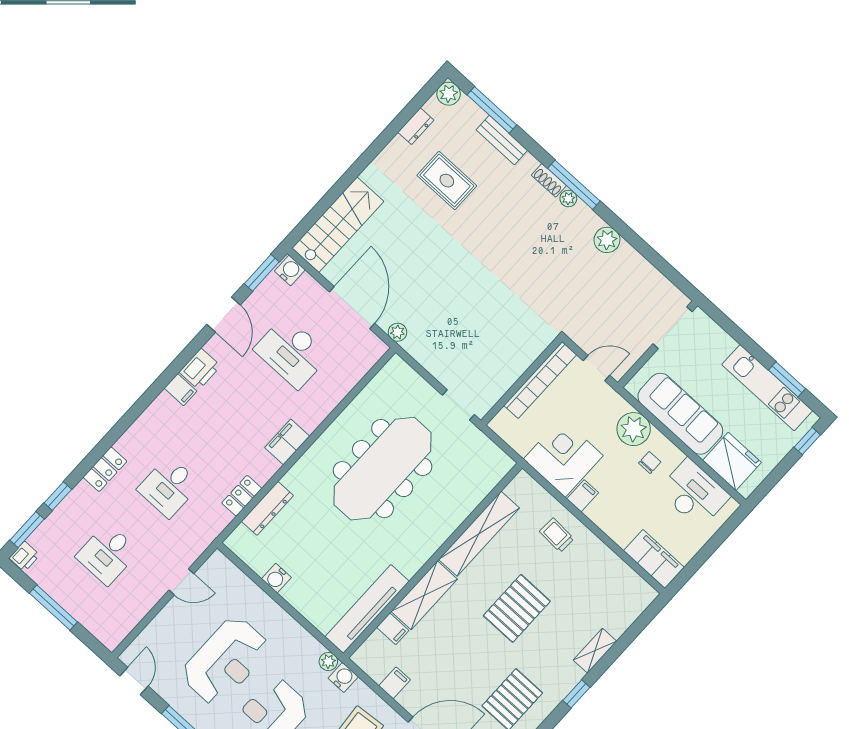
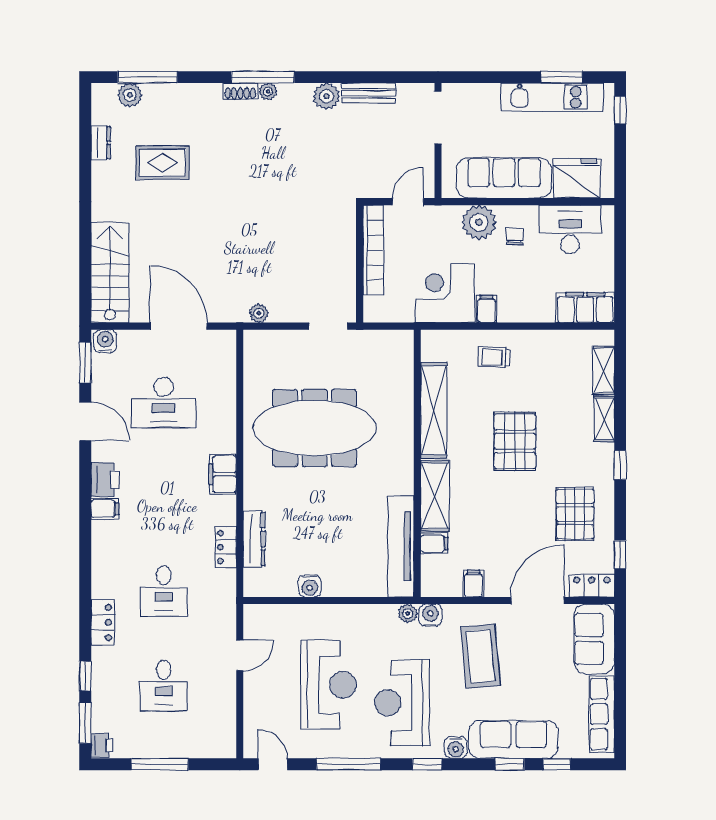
plant: (449, 94) -> (130, 95), moved
bench: (502, 140) -> (369, 93), moved
plant: (397, 332) -> (259, 313), moved
meeting table: (383, 469) -> (314, 428), turned 90
shelving: (626, 616) -> (604, 370), added

